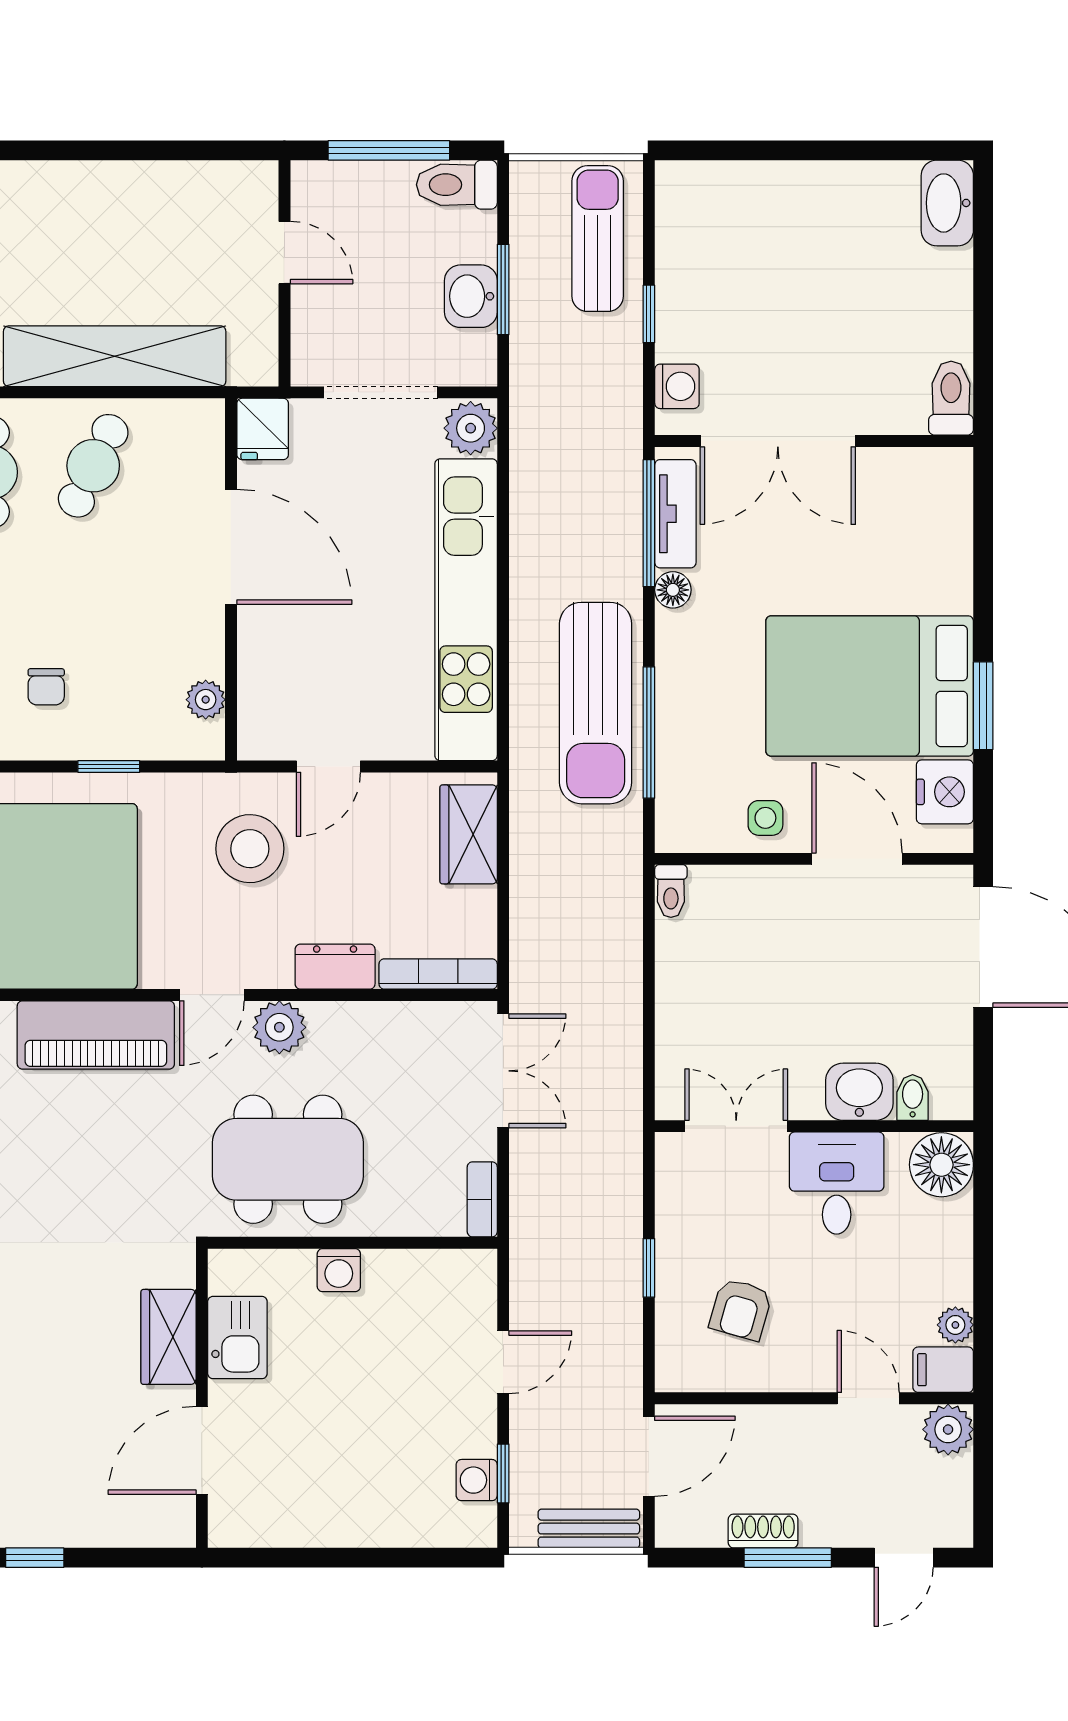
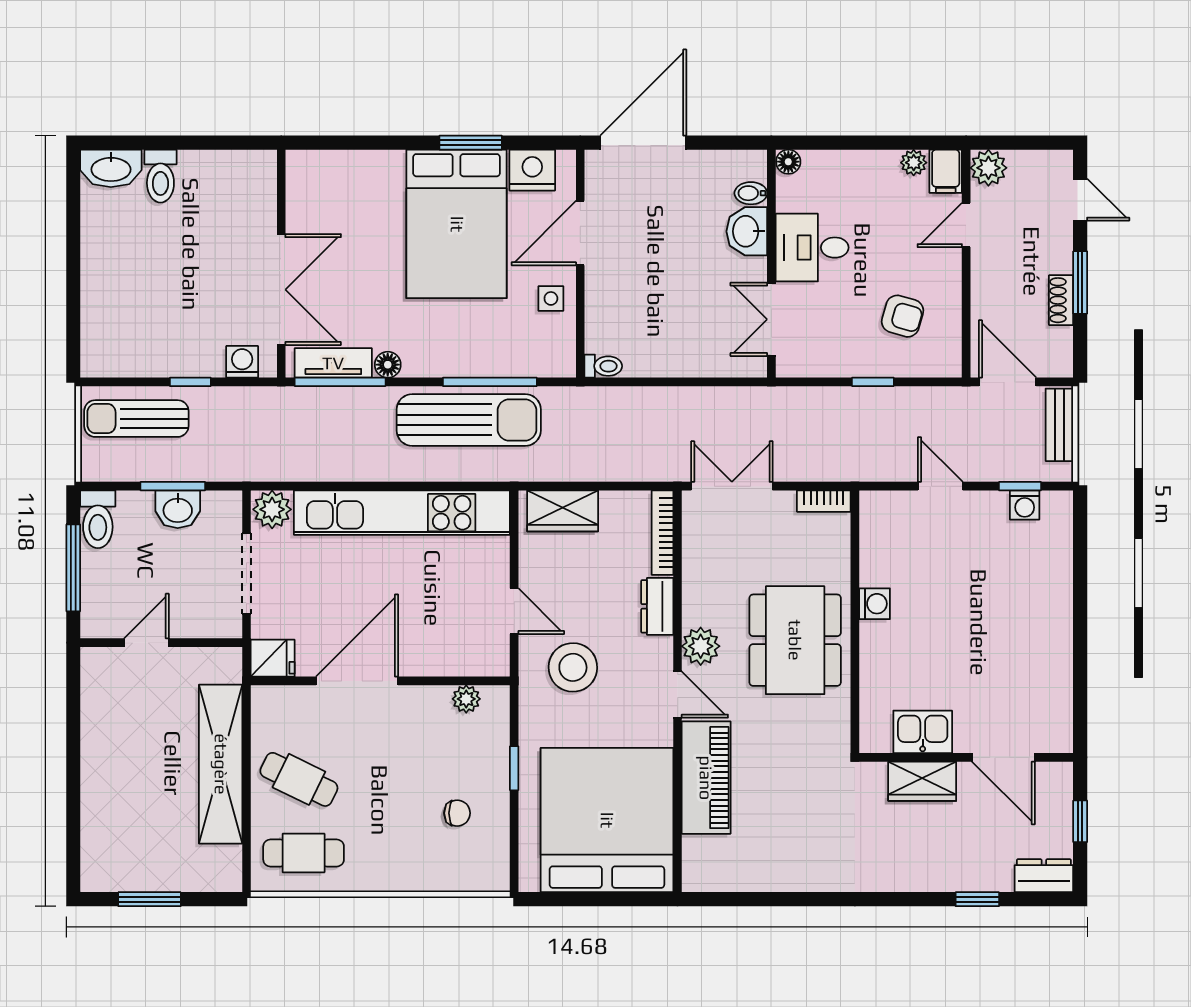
toilet: (951, 398) -> (160, 176), moved, turned -90
floor lamp: (941, 1165) -> (788, 162), width x0.53, depth x0.53
wardrobe: (168, 1337) -> (922, 781), moved
kitchen sink: (237, 1338) -> (923, 732), moved
wall: (202, 1398) -> (966, 757), moved
door: (202, 1450) -> (1003, 757), moved

